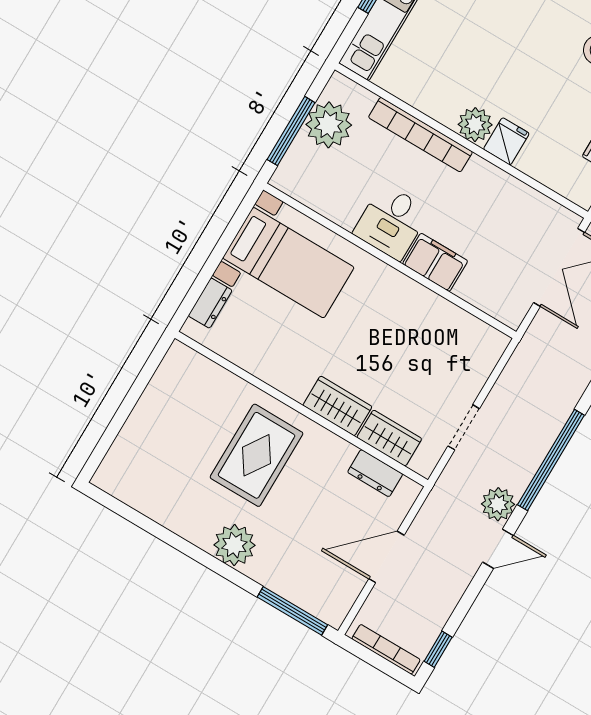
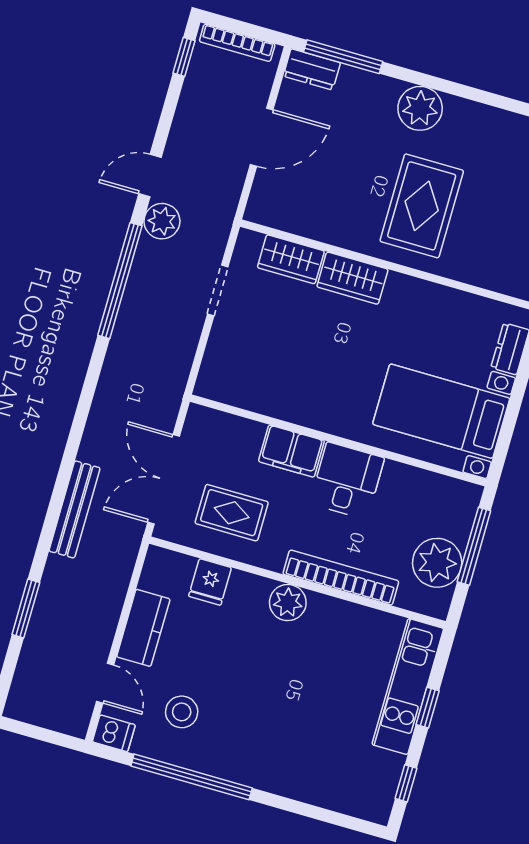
fridge: (506, 141) -> (210, 582), moved
rug: (505, 220) -> (232, 513), added
dresser: (375, 473) -> (312, 69), moved, turned 180

